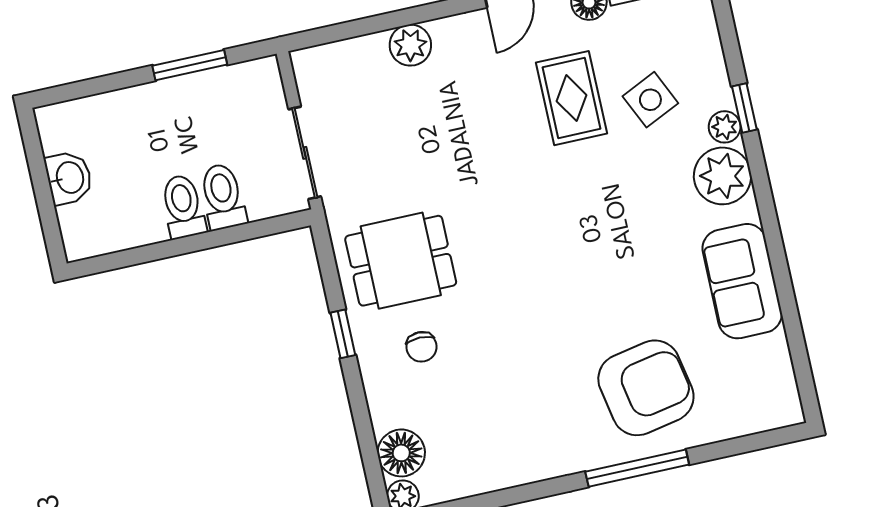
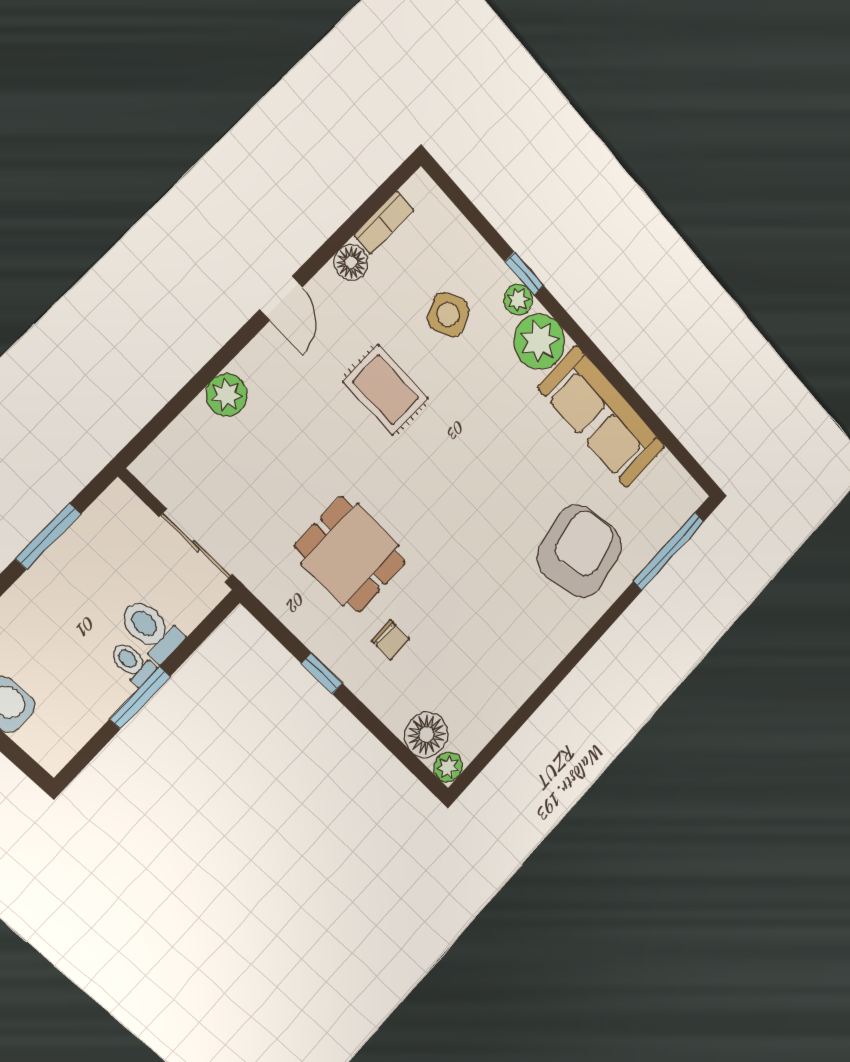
rug: (571, 98) -> (386, 390), moved
toilet: (183, 207) -> (132, 663), width x0.73, depth x0.72
window: (177, 247) -> (140, 698), added
dining table: (401, 261) -> (350, 554), moved, turned 90
sofa: (742, 281) -> (602, 417), width x1.36
window: (637, 468) -> (669, 551), moved

